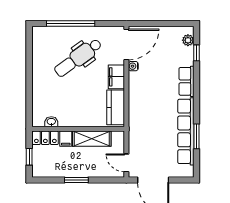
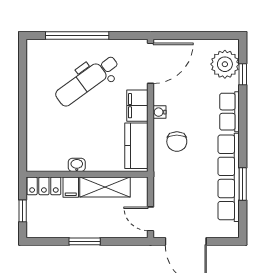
plant: (188, 40) -> (225, 64), width x1.87, depth x1.87
water cooler: (133, 66) -> (160, 112), moved
chair: (146, 104) -> (177, 142), added
washbasin: (51, 122) -> (77, 165), moved

